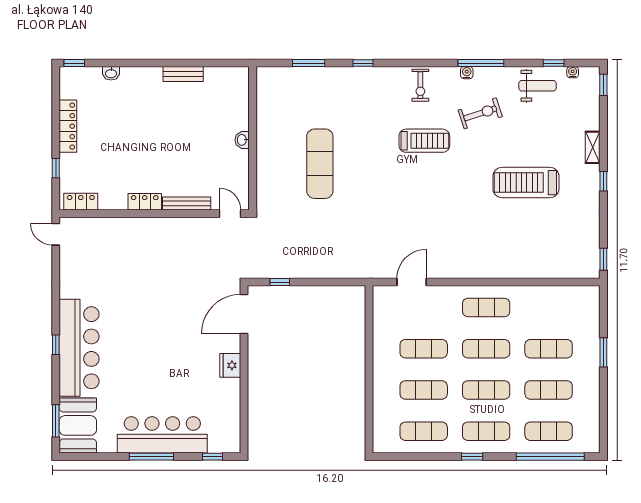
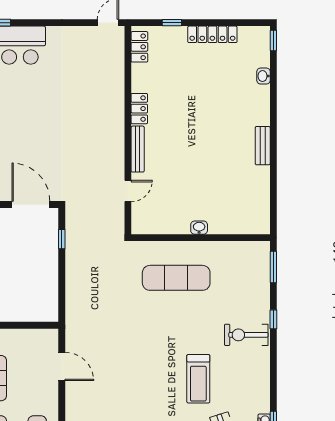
exercise bike: (420, 85) -> (246, 335), moved, width x1.38, depth x1.39
wall: (253, 138) -> (201, 238), moved
washbasin: (242, 140) -> (199, 228), moved

